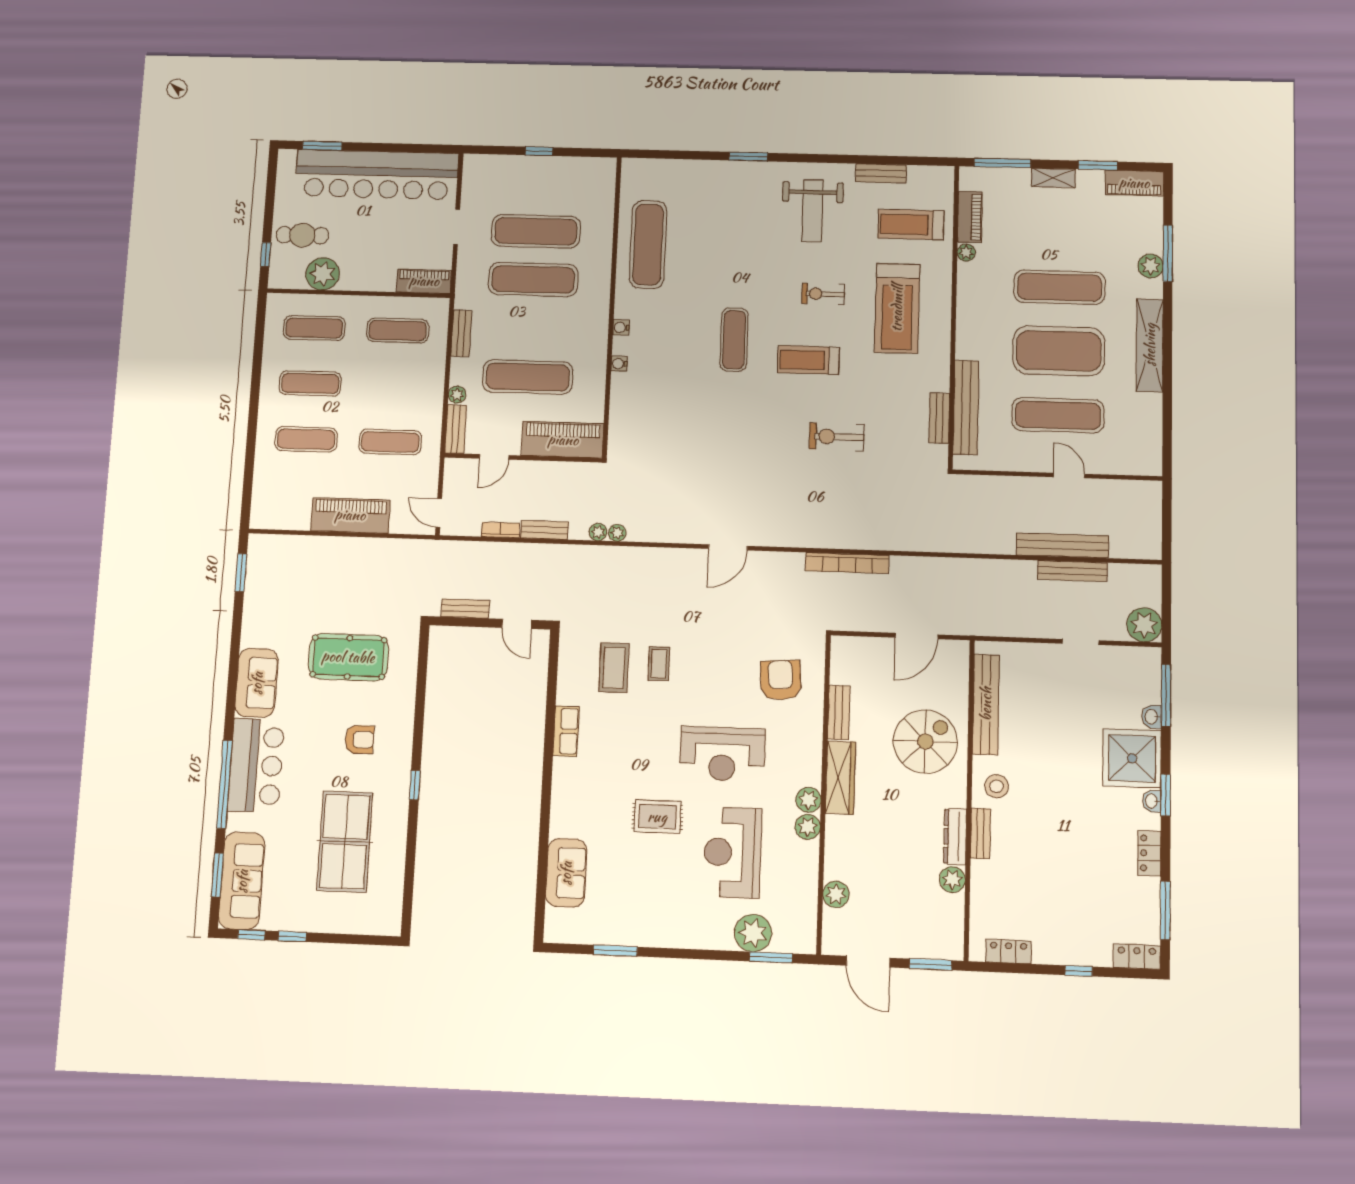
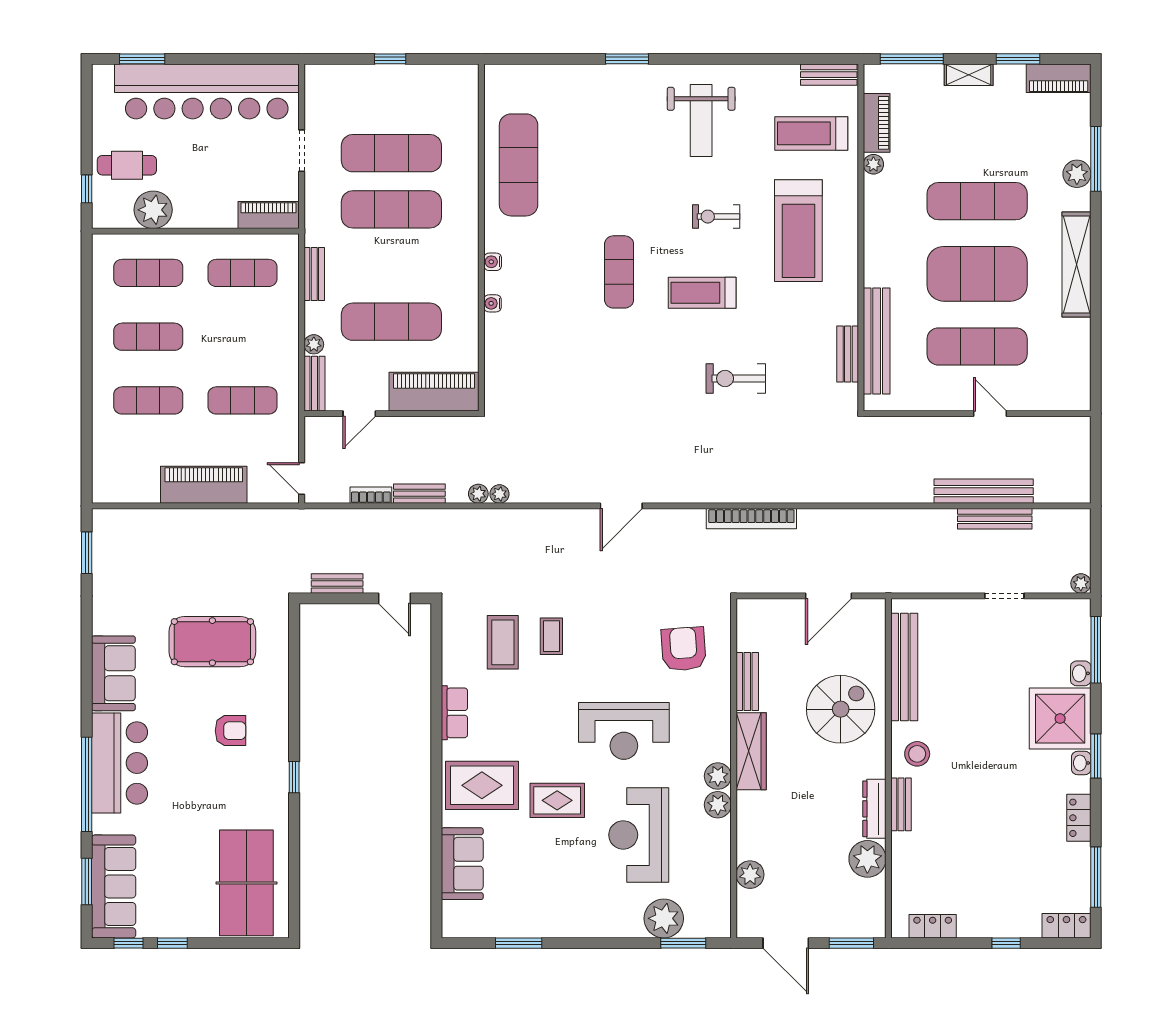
bench: (881, 173) -> (829, 75), moved
plant: (1144, 625) -> (1081, 583), width x0.53, depth x0.53
rug: (588, 800) -> (482, 785), added
table tennis table: (345, 842) -> (246, 883), moved
plant: (952, 880) -> (867, 859), width x1.36, depth x1.36

